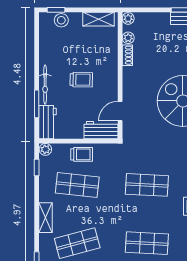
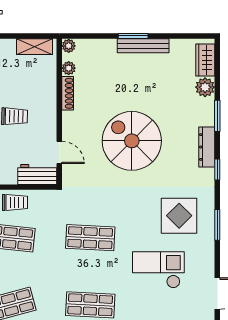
shoe rack: (127, 55) -> (68, 93), width x1.43
door: (120, 111) -> (59, 153), swing flipped

